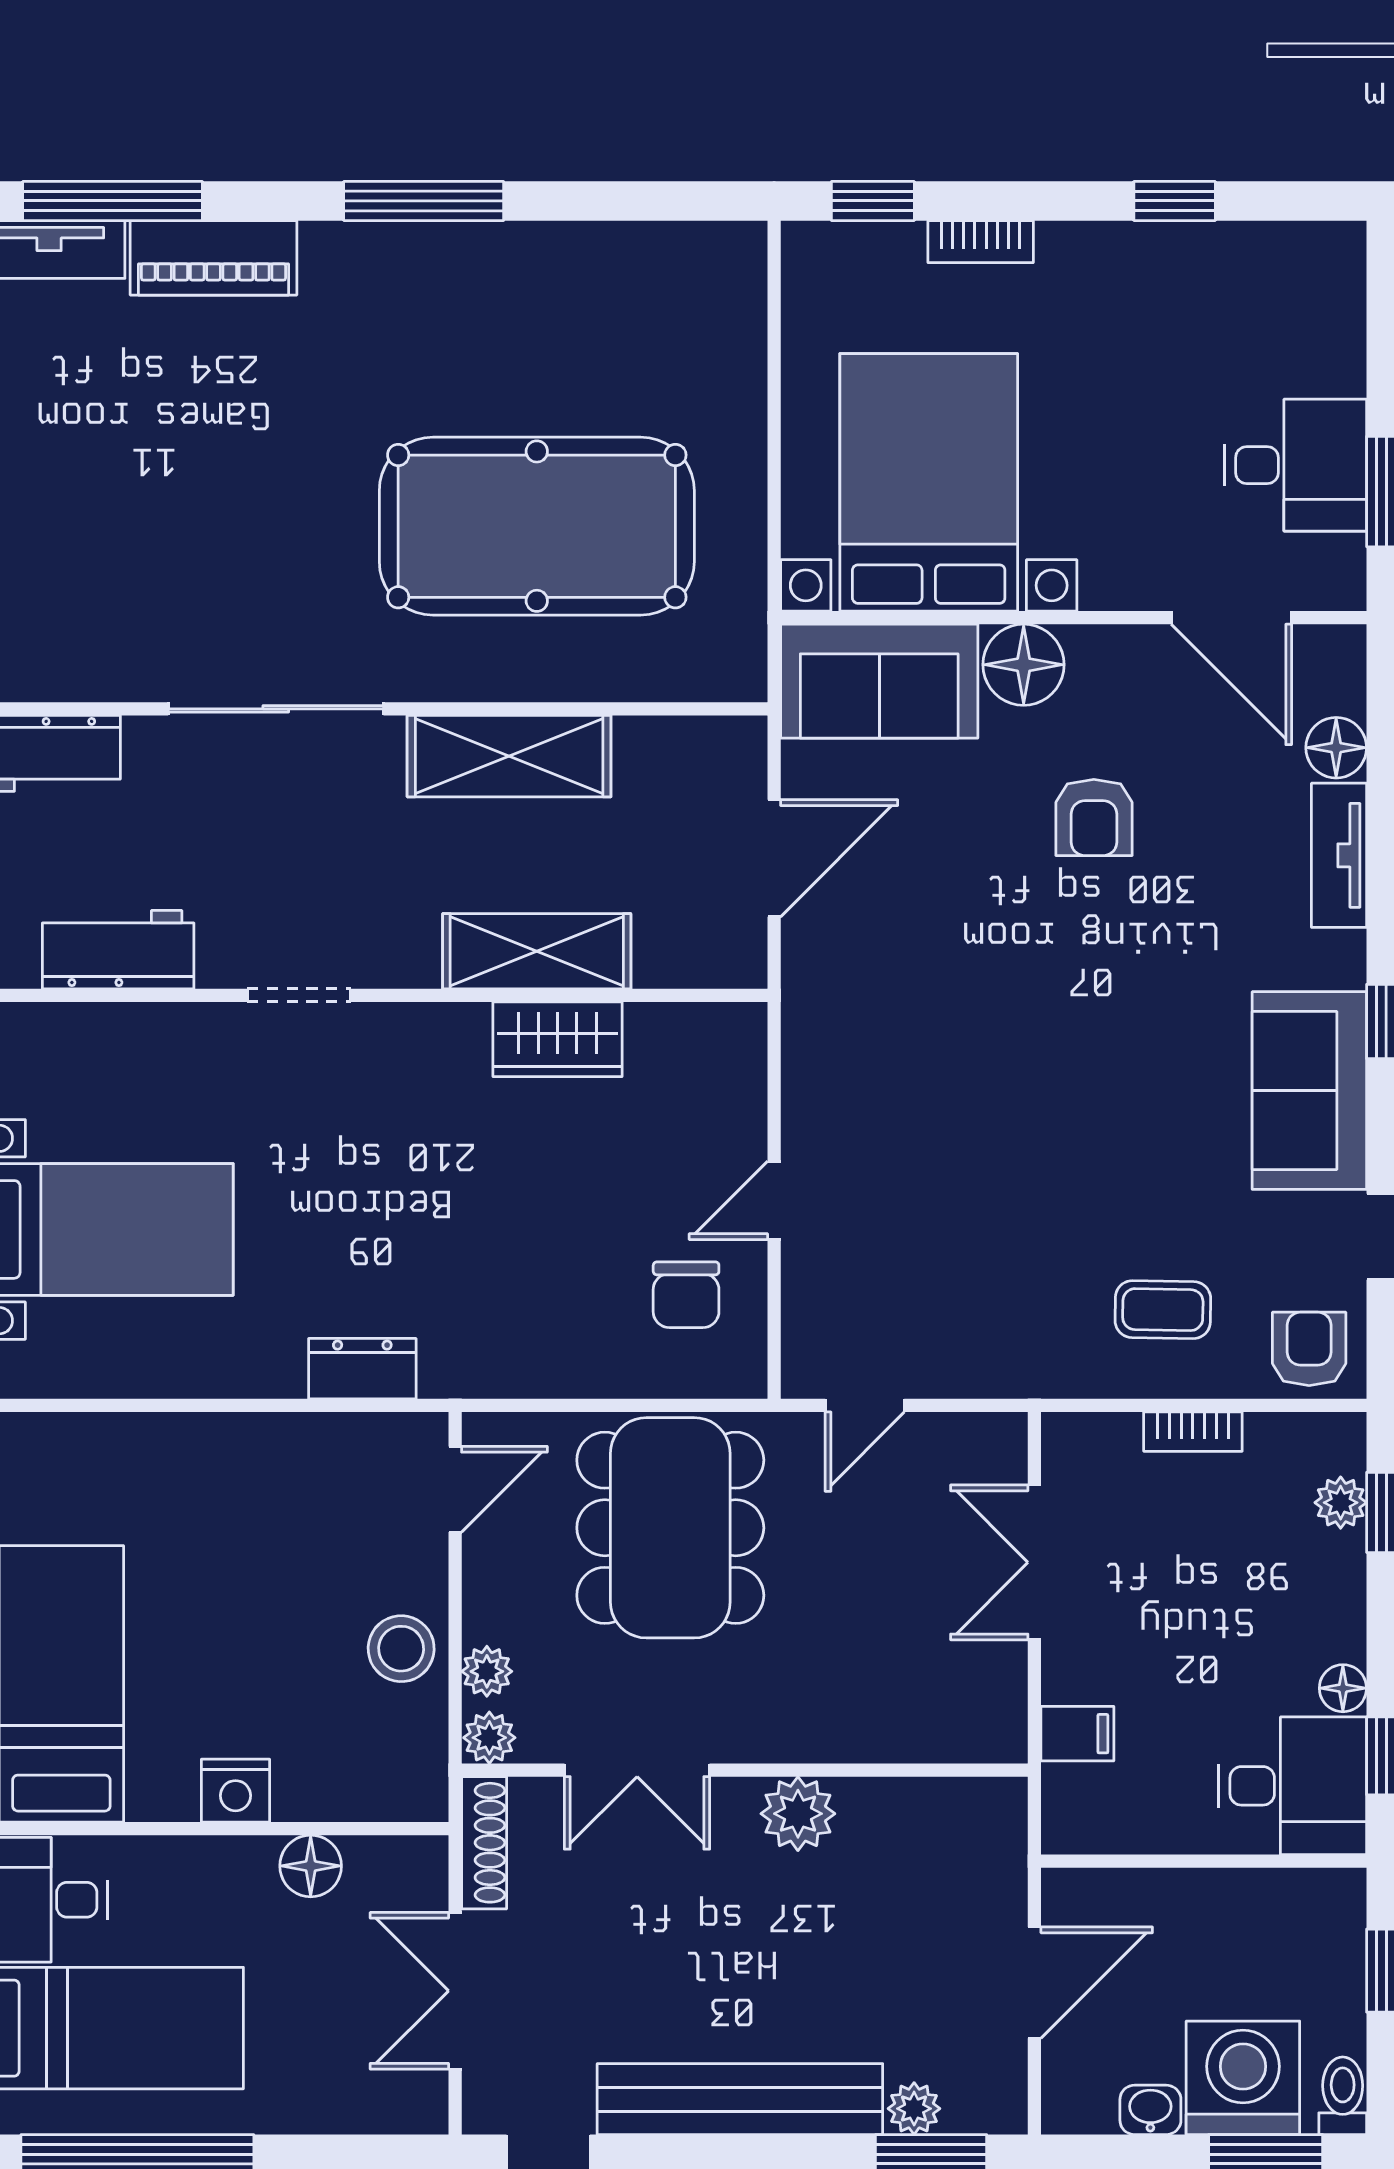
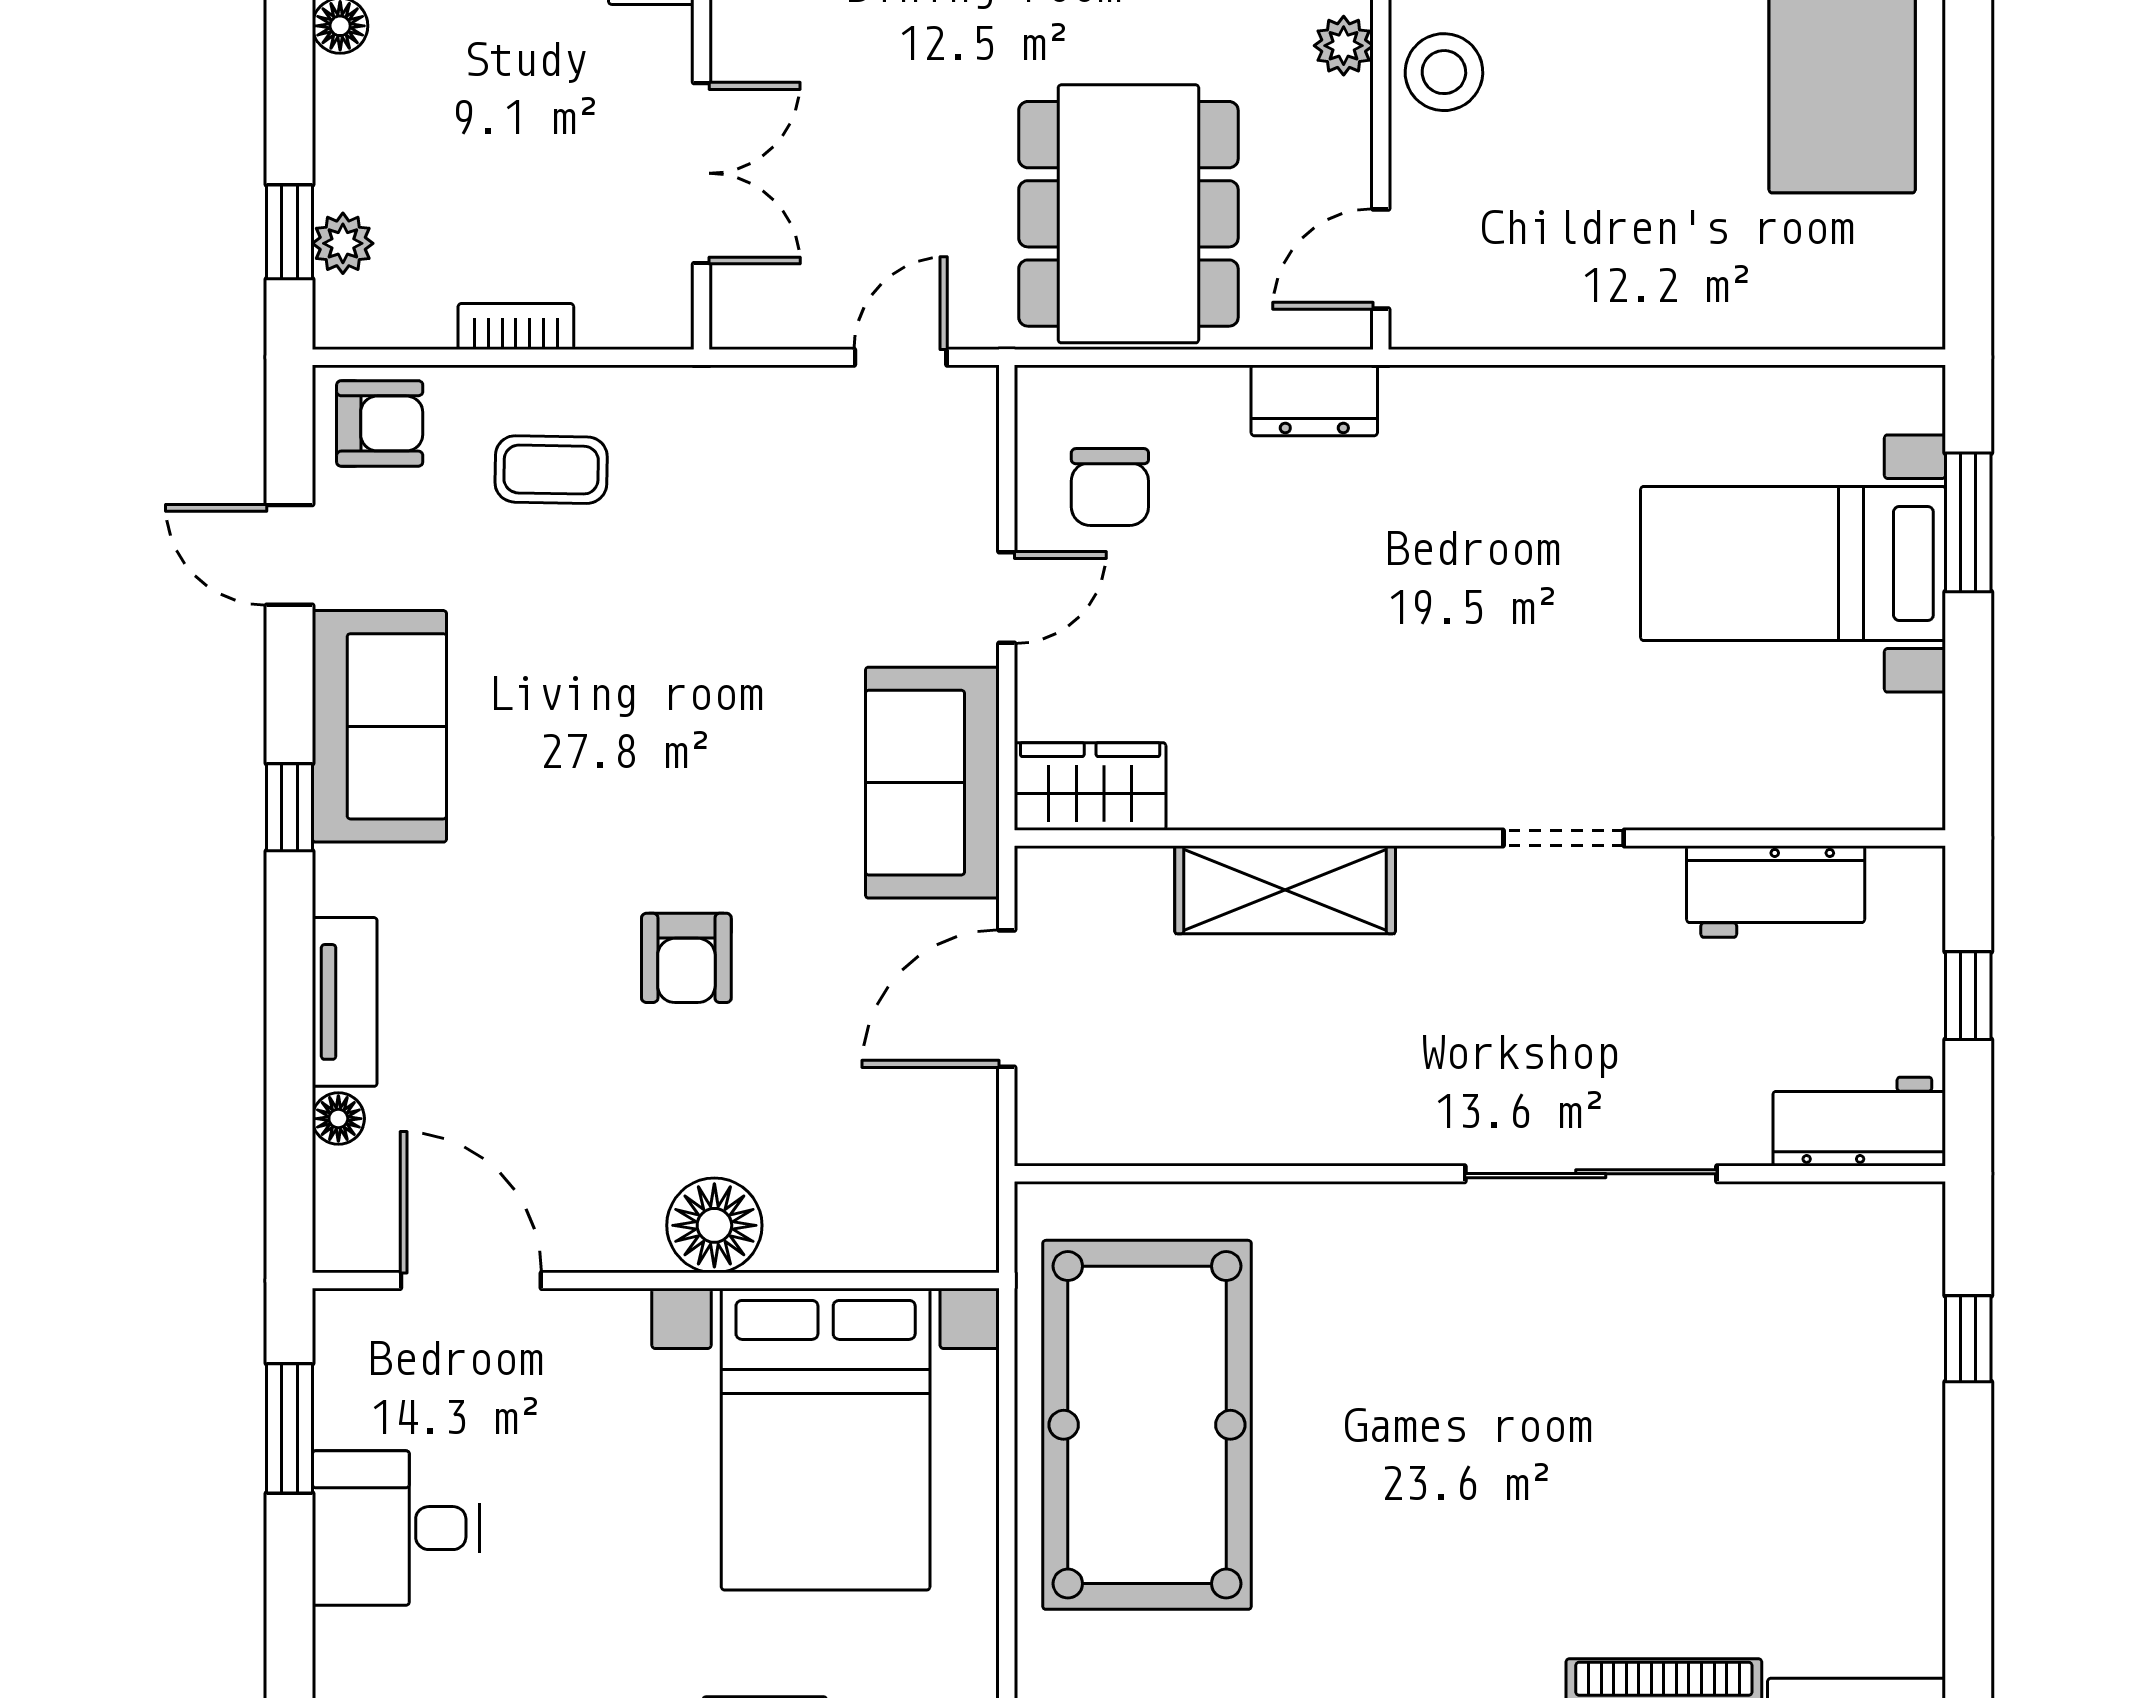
desk: (1295, 465) -> (396, 1528), moved
pool table: (537, 526) -> (1147, 1425), moved, turned 90
sofa: (879, 681) -> (932, 783), moved, turned -90
floor lamp: (1336, 748) -> (338, 1119), width x0.73, depth x0.73
shelving: (509, 756) -> (1317, 1118), removed
armchair: (1094, 817) -> (686, 958), moved, turned 180
wardrobe: (557, 1039) -> (1090, 786), moved
chair: (686, 1295) -> (1110, 487), turned 180
armchair: (1309, 1349) -> (380, 423), turned -90
dresser: (362, 1369) -> (1314, 400), moved

